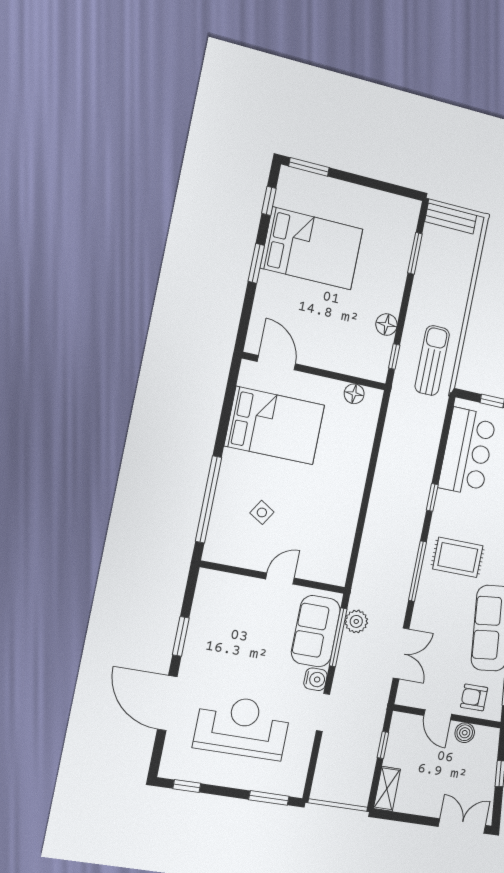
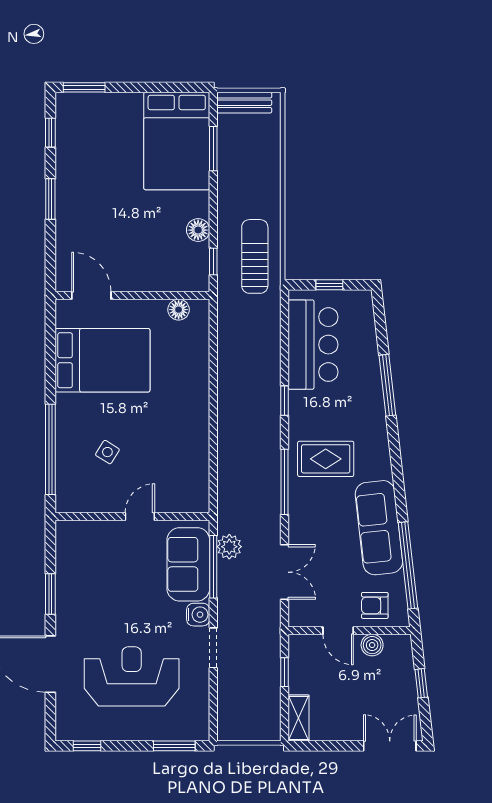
bed: (312, 249) -> (177, 141), moved, turned 90

